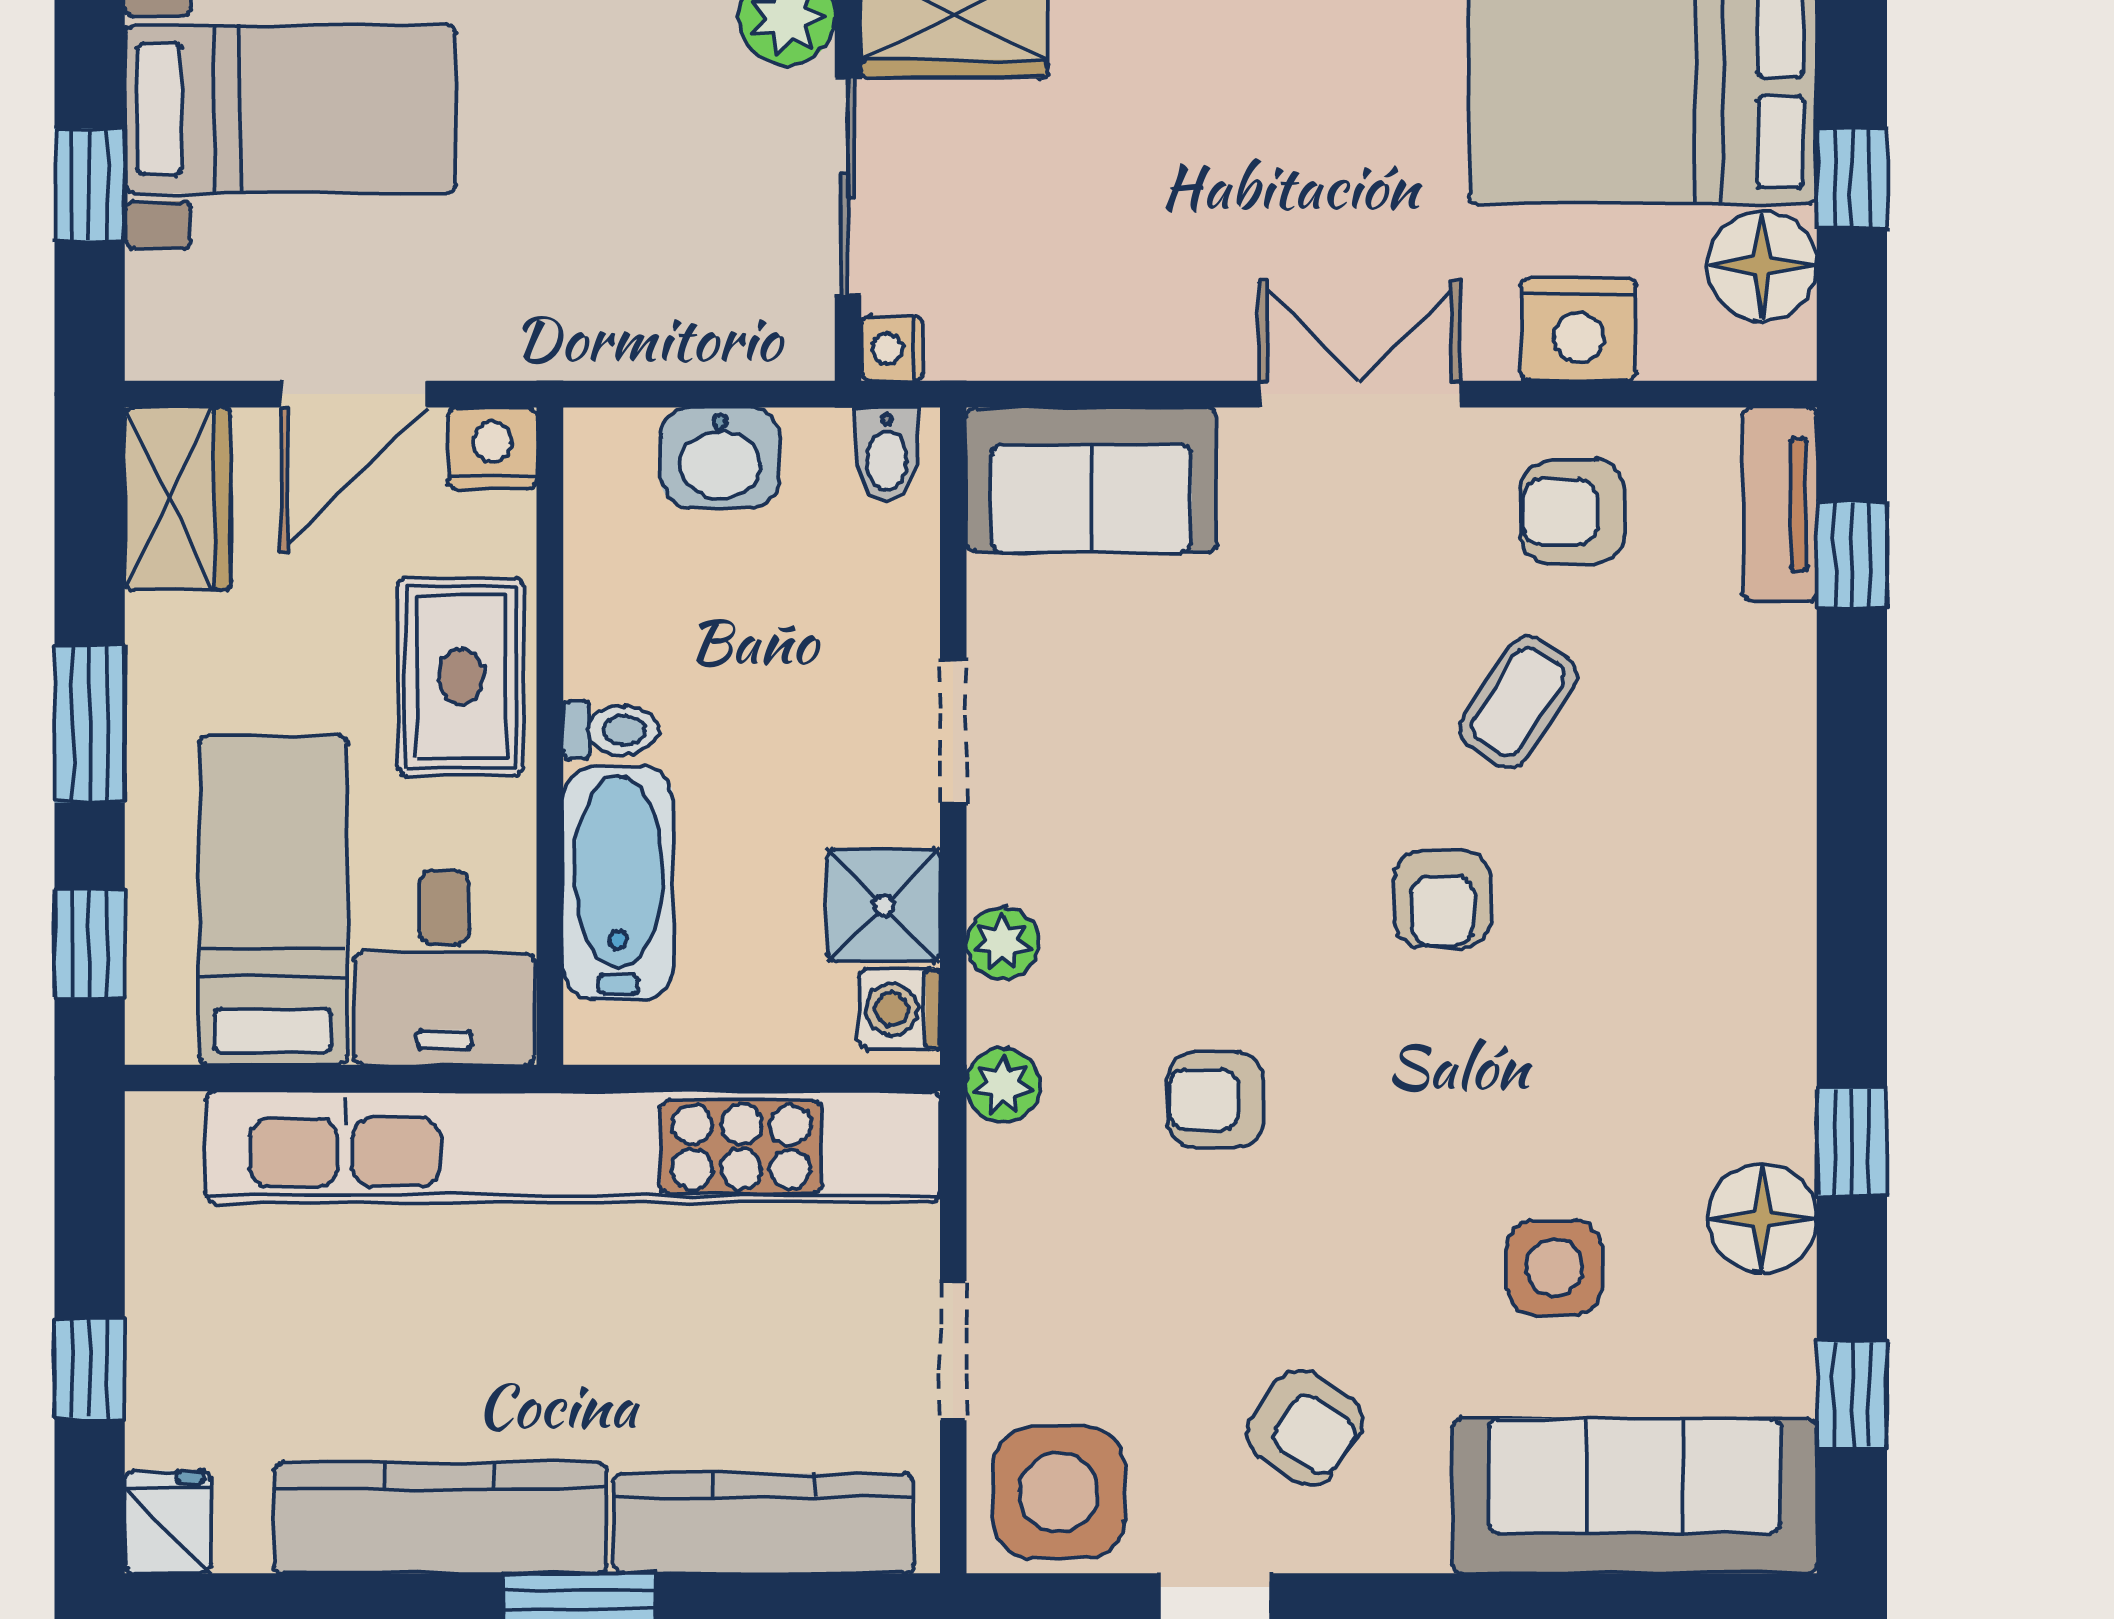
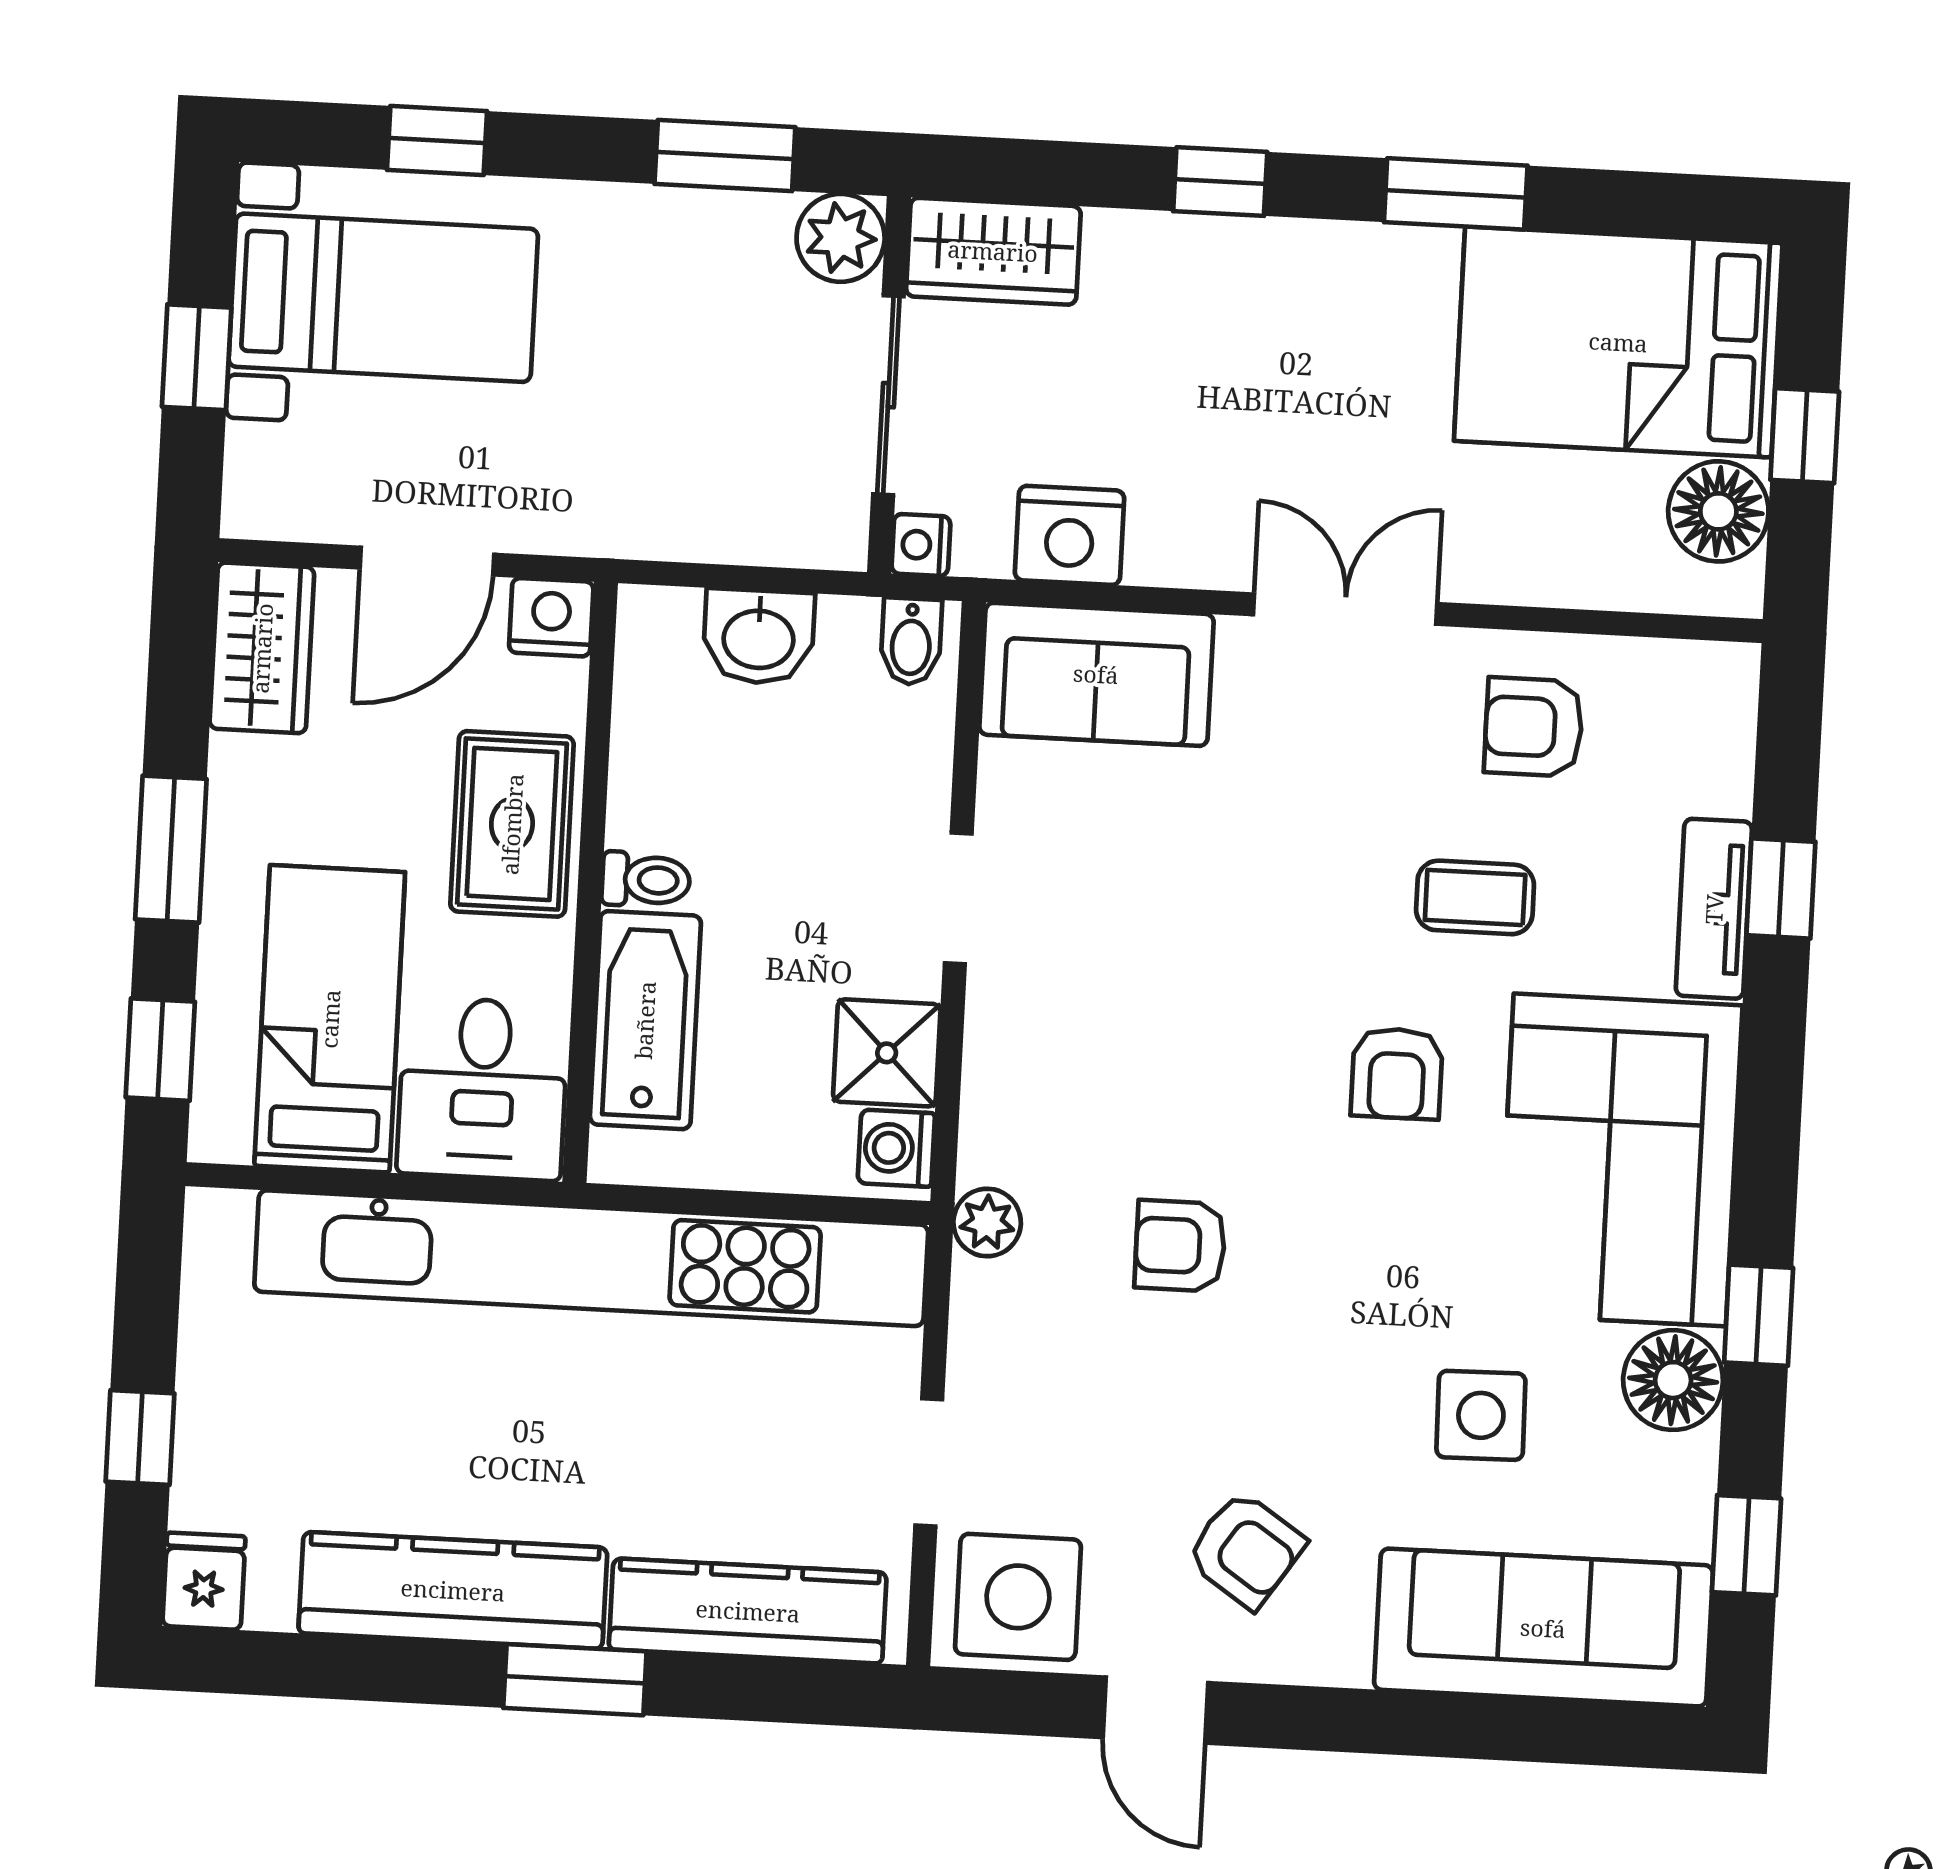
nightstand: (1579, 329) -> (1070, 535), moved
tv unit: (1780, 504) -> (1714, 909), moved
window: (1852, 555) -> (1781, 889), moved
coffee table: (1518, 702) -> (1475, 897), turned 57
plant: (1002, 943) -> (993, 1093), removed
corner sofa: (1691, 980) -> (1620, 1160), added

